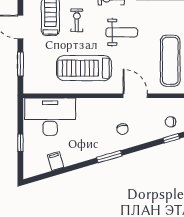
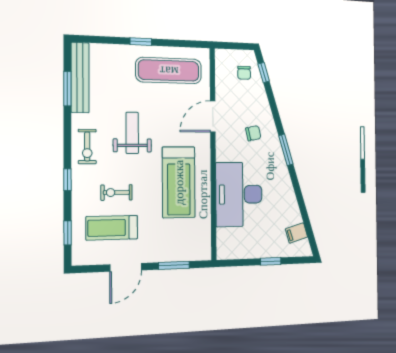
desk: (50, 117) -> (239, 194), moved
filing cabinet: (56, 161) -> (297, 233), moved

